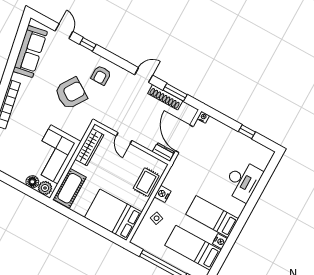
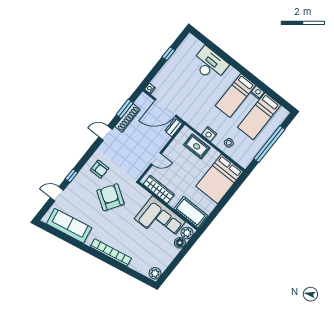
door: (144, 75) -> (105, 133), hinge flipped

